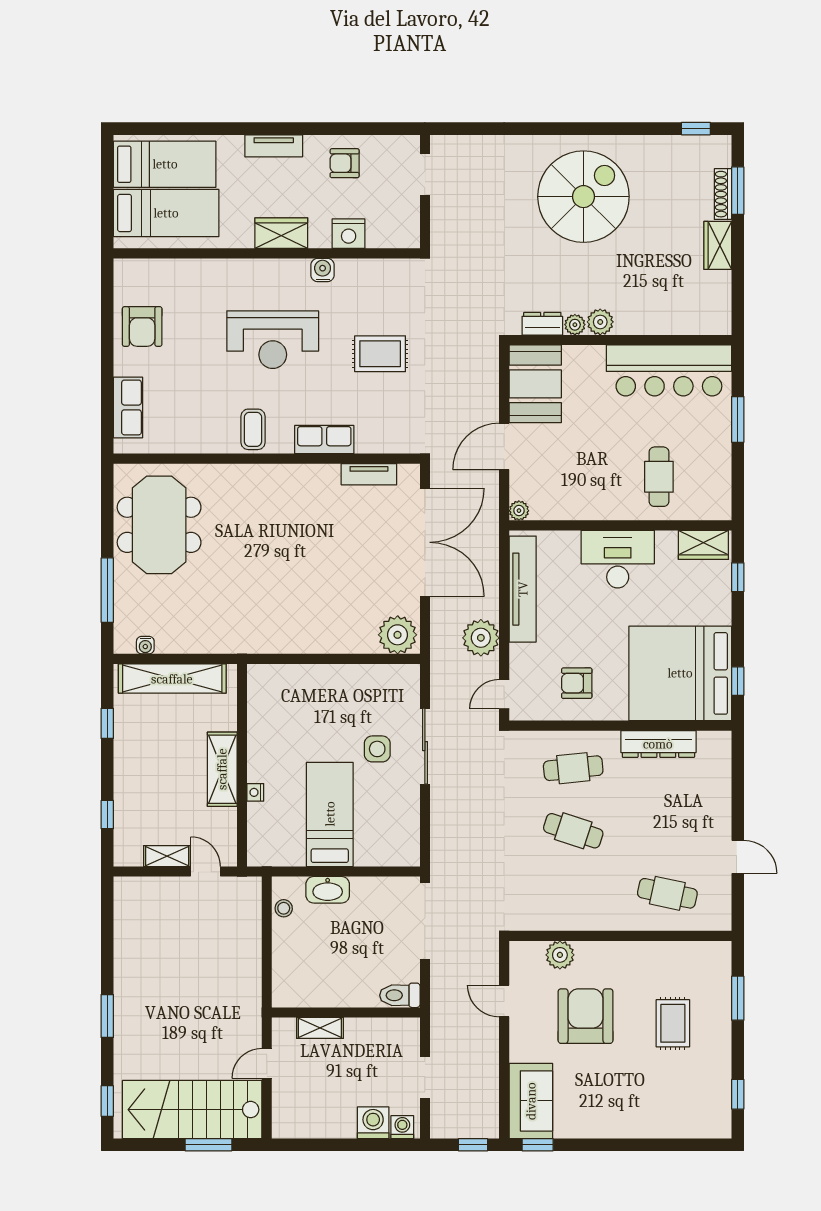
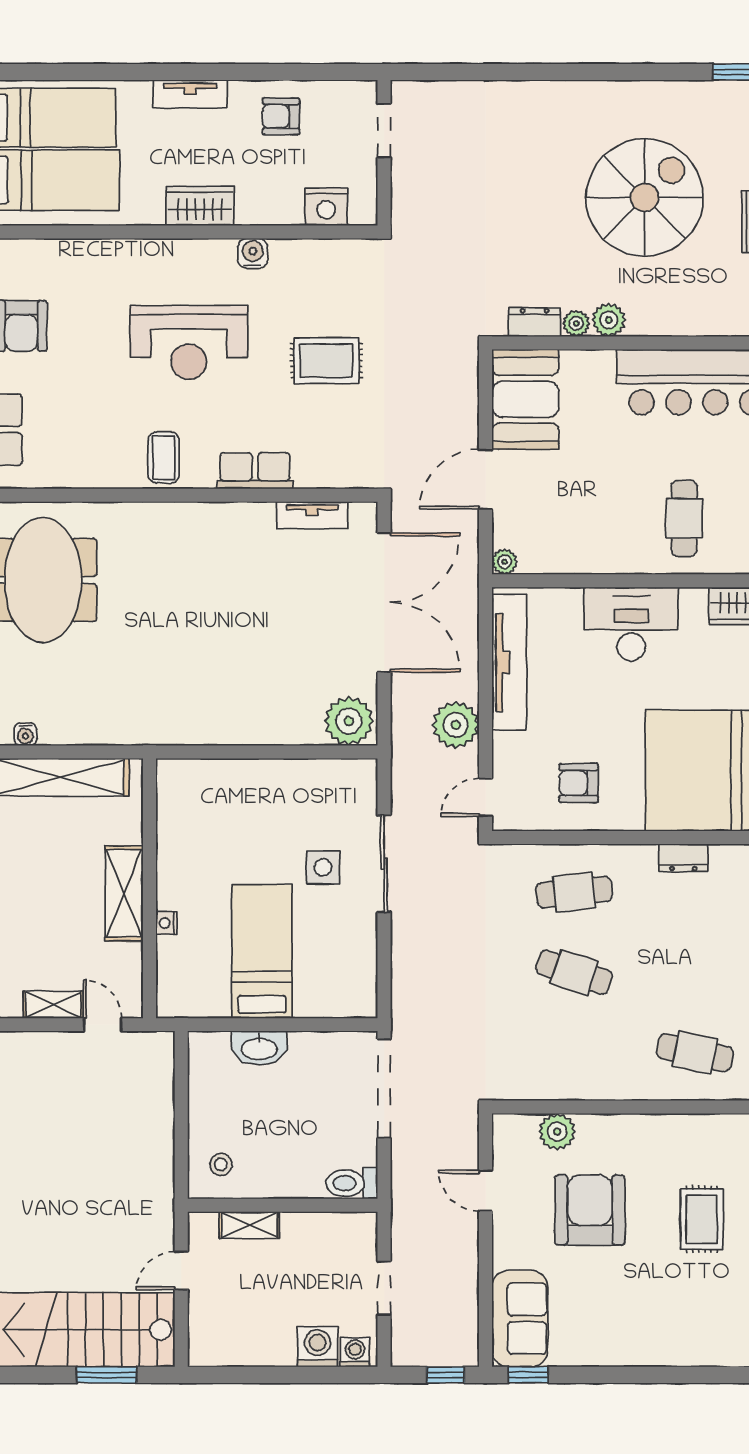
spiral stairs: (583, 197) -> (645, 197), moved
nightstand: (349, 234) -> (326, 207), moved
dresser: (658, 744) -> (683, 858), width x0.51, depth x0.80
stool: (284, 908) -> (221, 1164), moved

